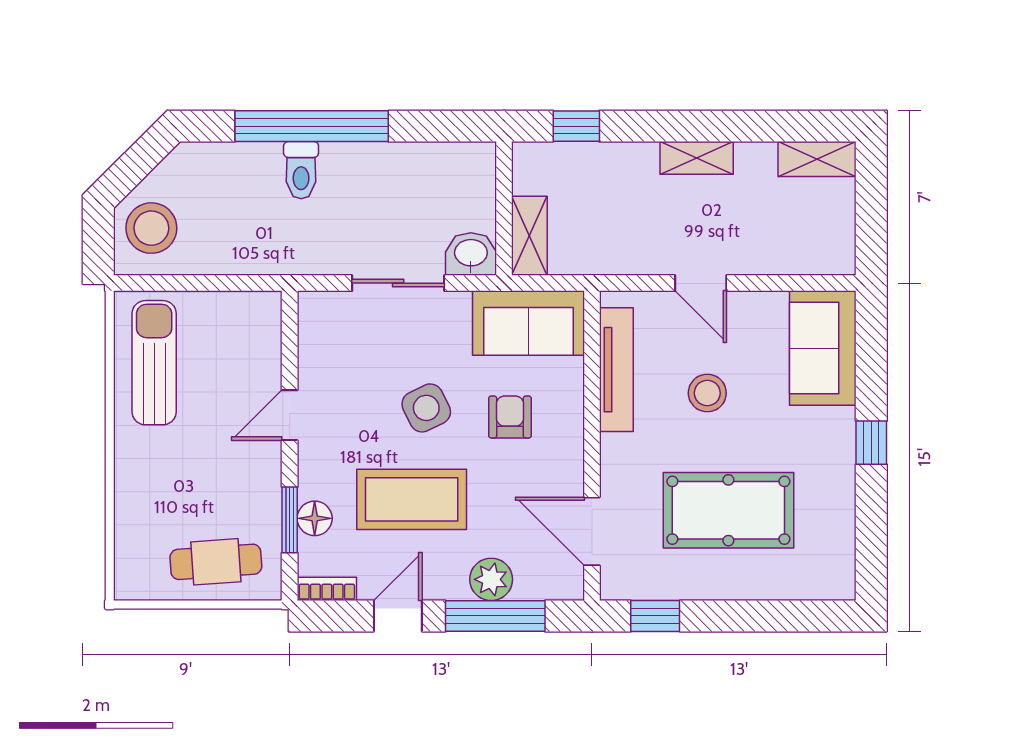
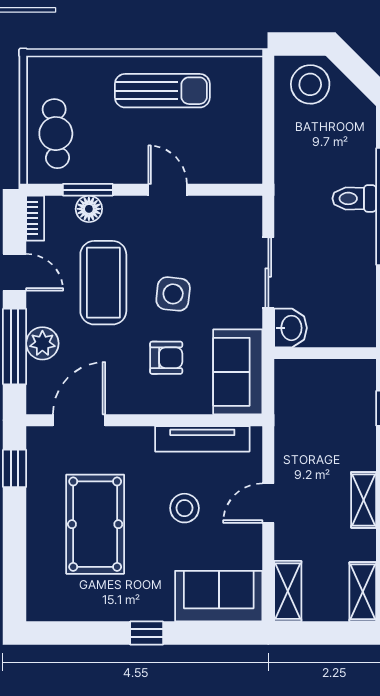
shelving: (529, 236) -> (288, 591), moved, turned 90
sun lounger: (154, 363) -> (162, 91), moved
side table: (426, 408) -> (173, 294), turned 32

